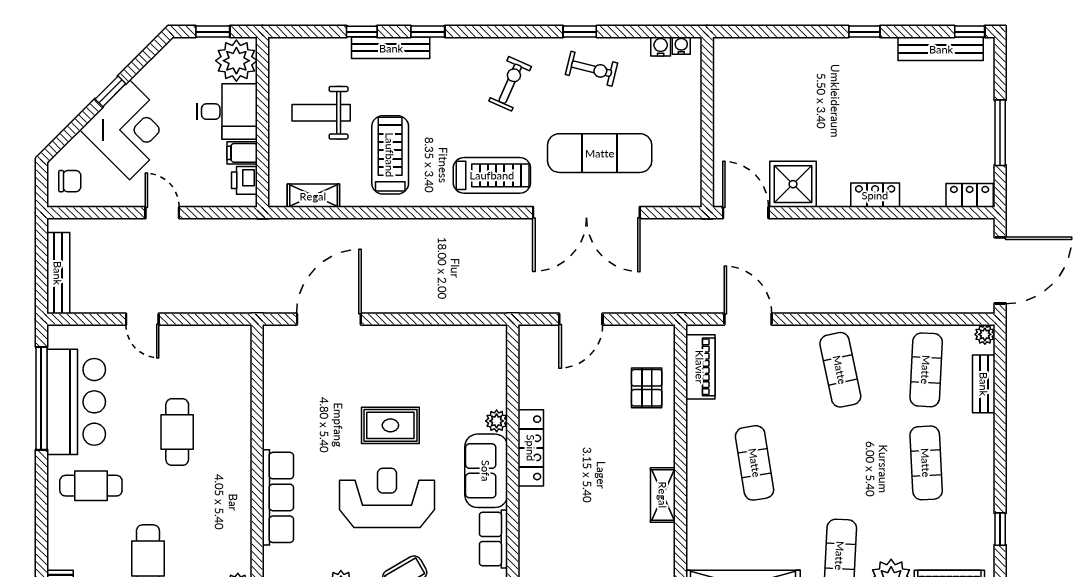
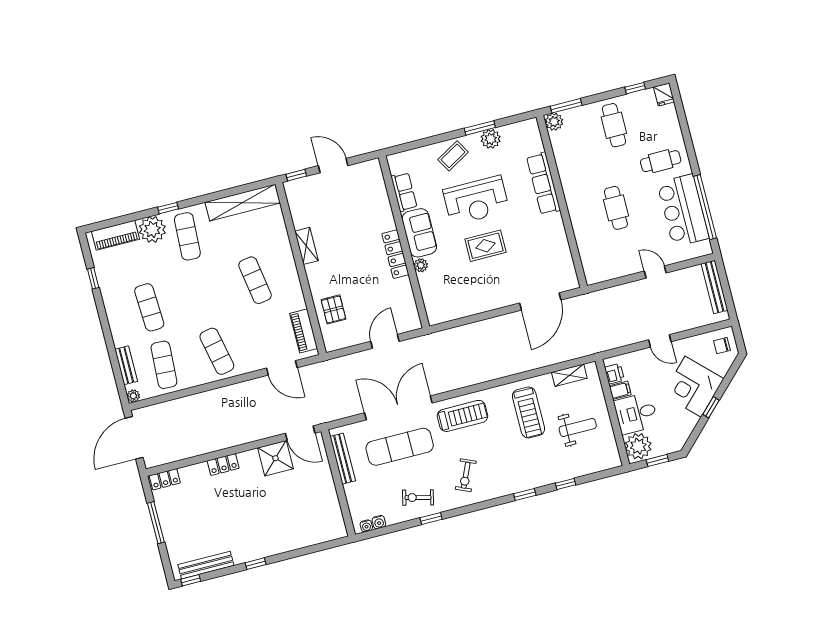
bench: (391, 48) -> (343, 459), moved, turned 90
treadmill: (492, 175) -> (463, 416), turned 180

